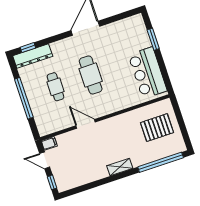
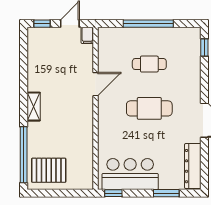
dresser: (33, 56) -> (193, 166), moved
window: (167, 81) -> (113, 193), added
pallet: (157, 128) -> (49, 170), moved, turned 90

